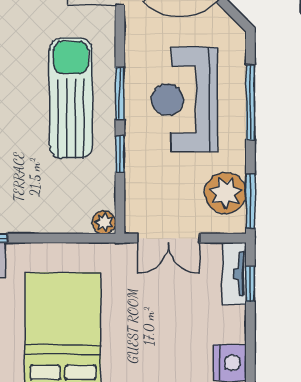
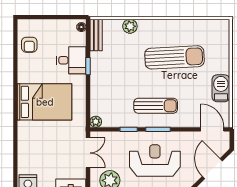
sun lounger: (71, 98) -> (156, 106), width x0.73, depth x0.75
double door: (168, 238) -> (88, 153), swing flipped

